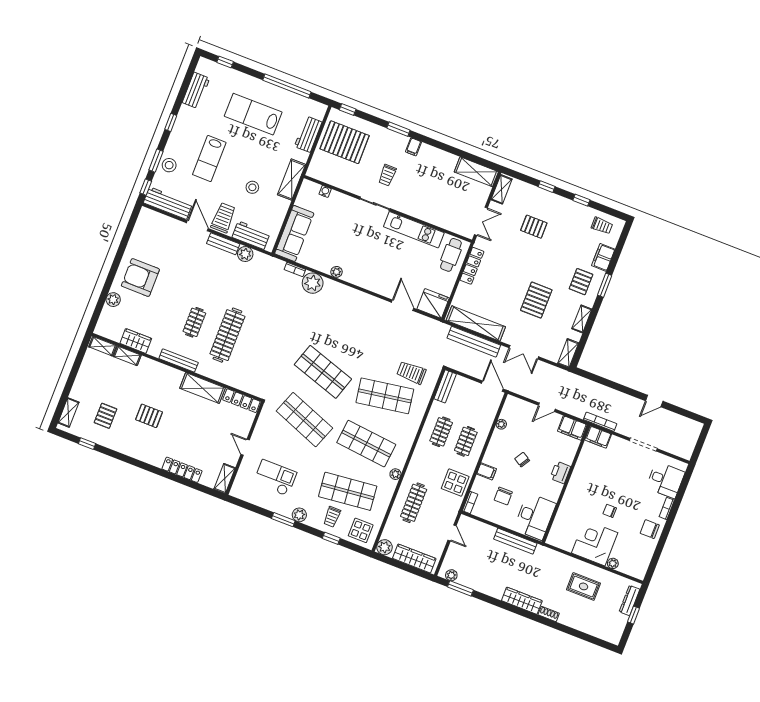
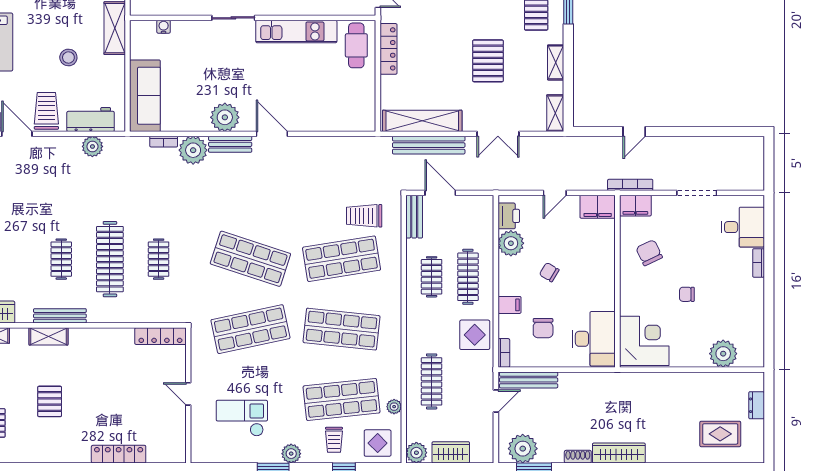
bench: (223, 244) -> (230, 144), moved
plant: (336, 272) -> (225, 117), width x1.88, depth x1.88
fridge: (433, 303) -> (358, 116), removed
door: (403, 305) -> (272, 134), moved
clothes rail: (260, 348) -> (159, 259), added
door: (492, 386) -> (440, 193), moved
shelving: (202, 388) -> (48, 336), moved, width x0.67, depth x0.75
door: (654, 401) -> (634, 131), moved
pallet: (149, 416) -> (50, 401), turned 90
shop shelf: (304, 420) -> (250, 329), turned -33
plant: (501, 424) -> (511, 243), width x1.88, depth x1.88
clothes rail: (466, 441) -> (468, 277), width x1.36
printer: (560, 472) -> (509, 216), moved, turned 180
plant: (395, 474) -> (394, 407), moved
shelving: (225, 478) -> (177, 444), removed
chair: (650, 529) -> (649, 253), moved, turned 65
door: (452, 533) -> (496, 401), hinge flipped
bench: (515, 541) -> (529, 380), moved
corner desk: (595, 543) -> (644, 341), moved, turned 90
wardrobe: (414, 558) -> (451, 452), width x0.67
plant: (613, 563) -> (723, 354), width x1.88, depth x1.88
plant: (451, 575) -> (523, 449), width x1.87, depth x1.87
rug: (584, 586) -> (720, 434), moved
dresser: (629, 600) -> (757, 405), width x0.70
shoe rack: (549, 614) -> (578, 457), moved
window: (633, 615) -> (769, 416), removed

